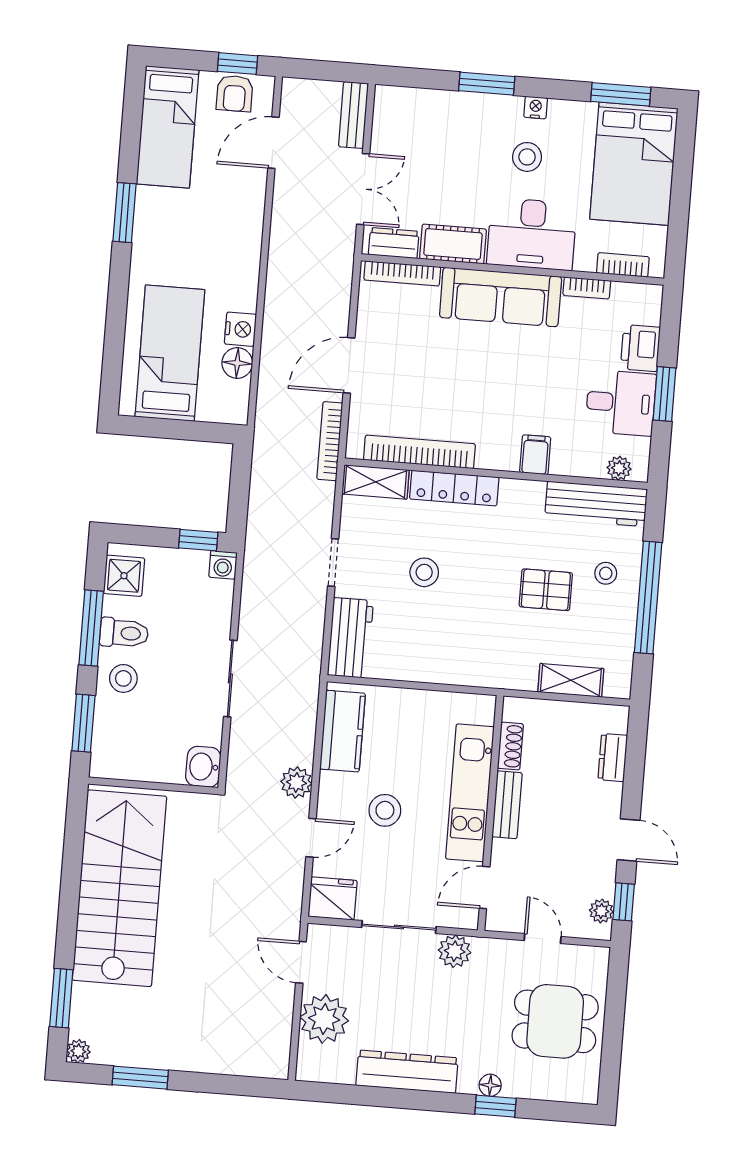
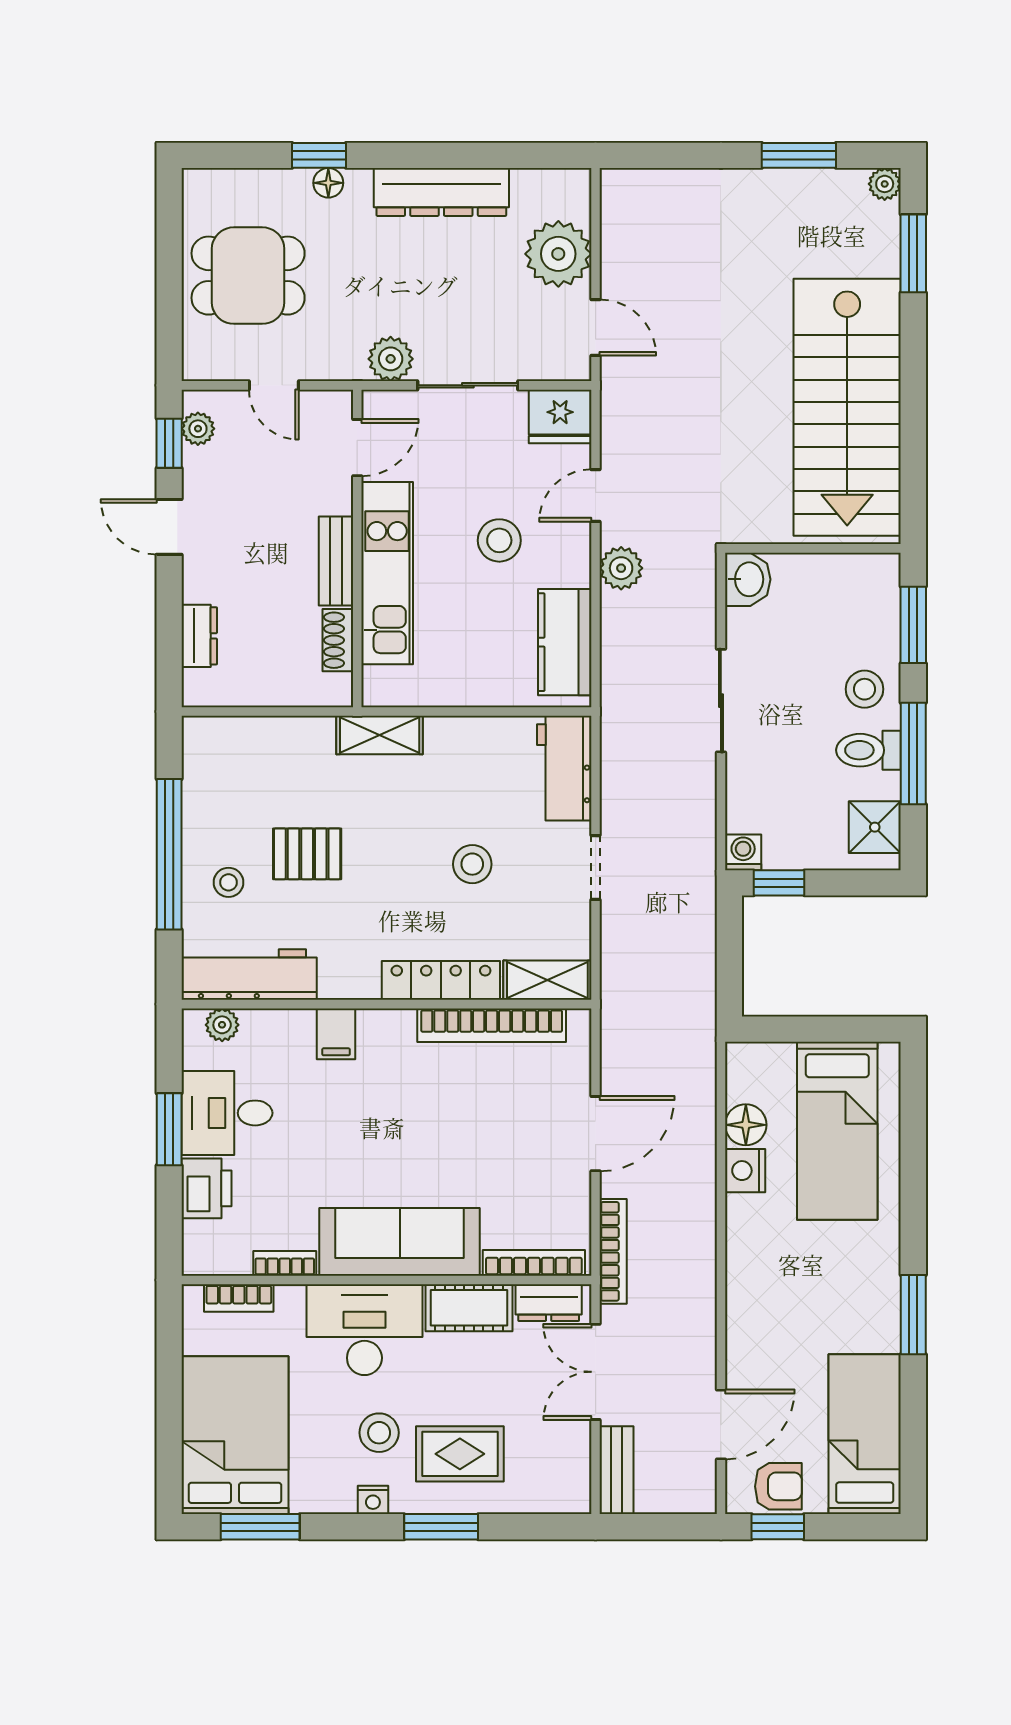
armchair: (235, 93) -> (778, 1486), turned 90
rug: (468, 136) -> (460, 1454), added
bookcase: (330, 441) -> (613, 1251), moved
shelving: (571, 680) -> (380, 735), moved

